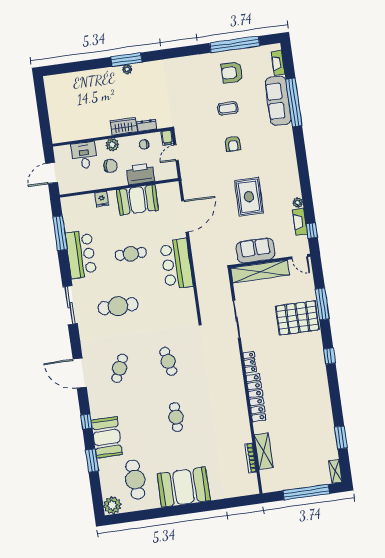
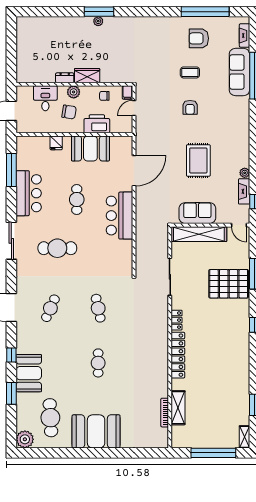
dresser: (147, 125) -> (65, 78), moved
cafe table: (131, 254) -> (77, 200), turned 90

